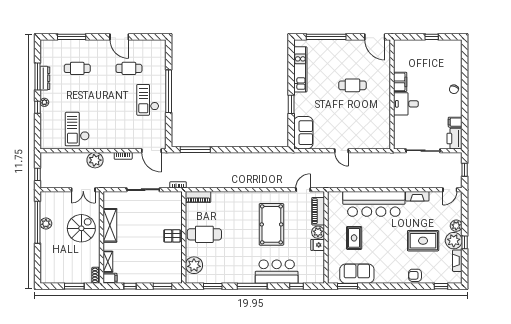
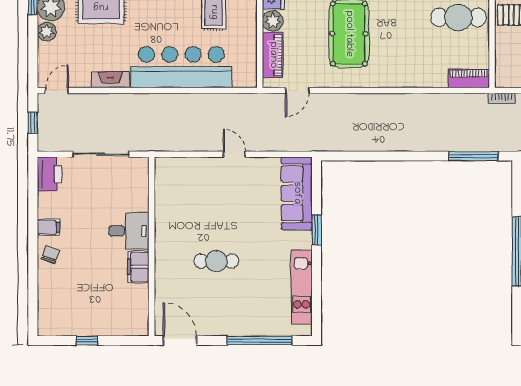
filing cabinet: (455, 122) -> (48, 227), moved
sofa: (303, 133) -> (297, 193), width x1.36

